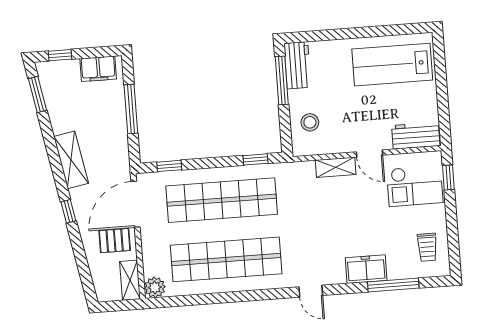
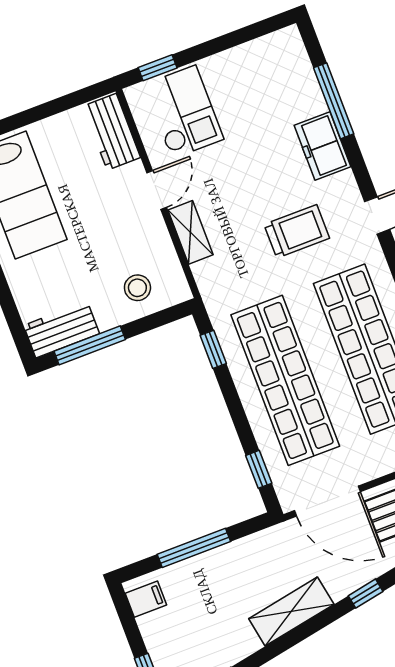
filing cabinet: (98, 69) -> (146, 599), width x0.50
trolley: (427, 247) -> (297, 231), moved, width x1.36, depth x1.39

